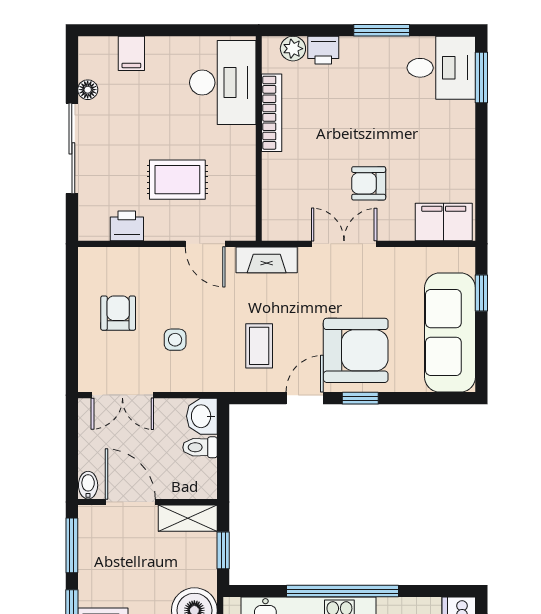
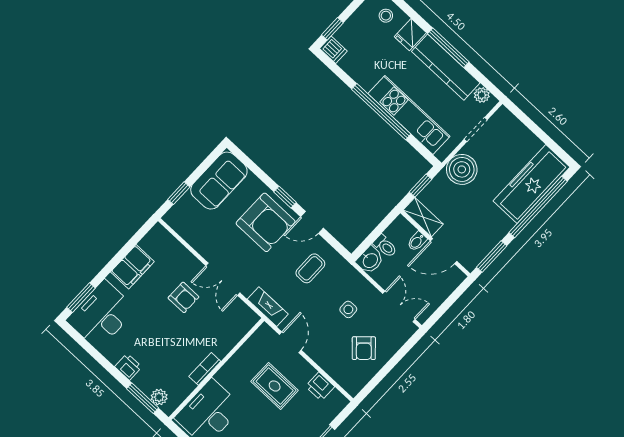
window: (382, 30) -> (143, 398), moved
printer: (323, 50) -> (128, 367), moved
desk: (441, 68) -> (101, 315), width x1.37
bookcase: (272, 113) -> (205, 369), width x0.64
filing cabinet: (444, 222) -> (132, 267), moved, turned -90
armchair: (118, 313) -> (364, 348), turned -43
sofa: (450, 332) -> (219, 181), width x0.73
armchair: (356, 350) -> (266, 222), turned 180
bidet: (88, 485) -> (417, 241), moved
door: (130, 502) -> (444, 251), hinge flipped

